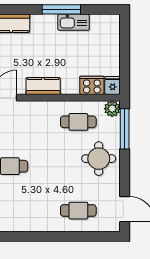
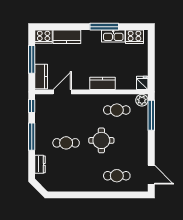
cooker: (92, 85) -> (134, 37), moved, turned 180
kitchen counter: (43, 86) -> (103, 83), moved
round table: (99, 159) -> (101, 140), moved

